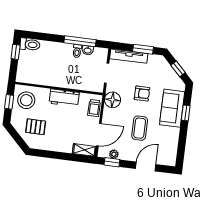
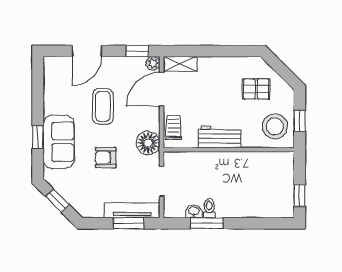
window: (80, 41) -> (207, 223), width x0.69
toilet: (30, 45) -> (280, 209), removed
window: (143, 49) -> (129, 223), moved
plant: (114, 154) -> (153, 63), moved

